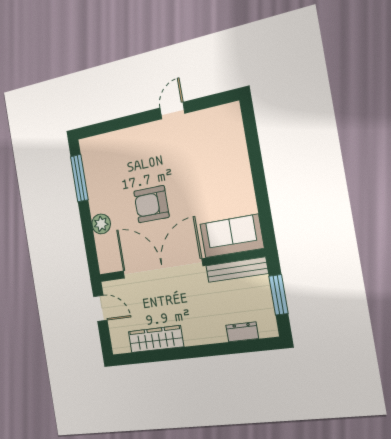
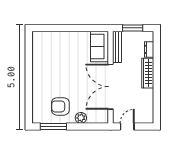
door: (172, 111) -> (29, 67), removed
armchair: (151, 204) -> (60, 106), moved, turned 90
wardrobe: (156, 339) -> (148, 73), moved

